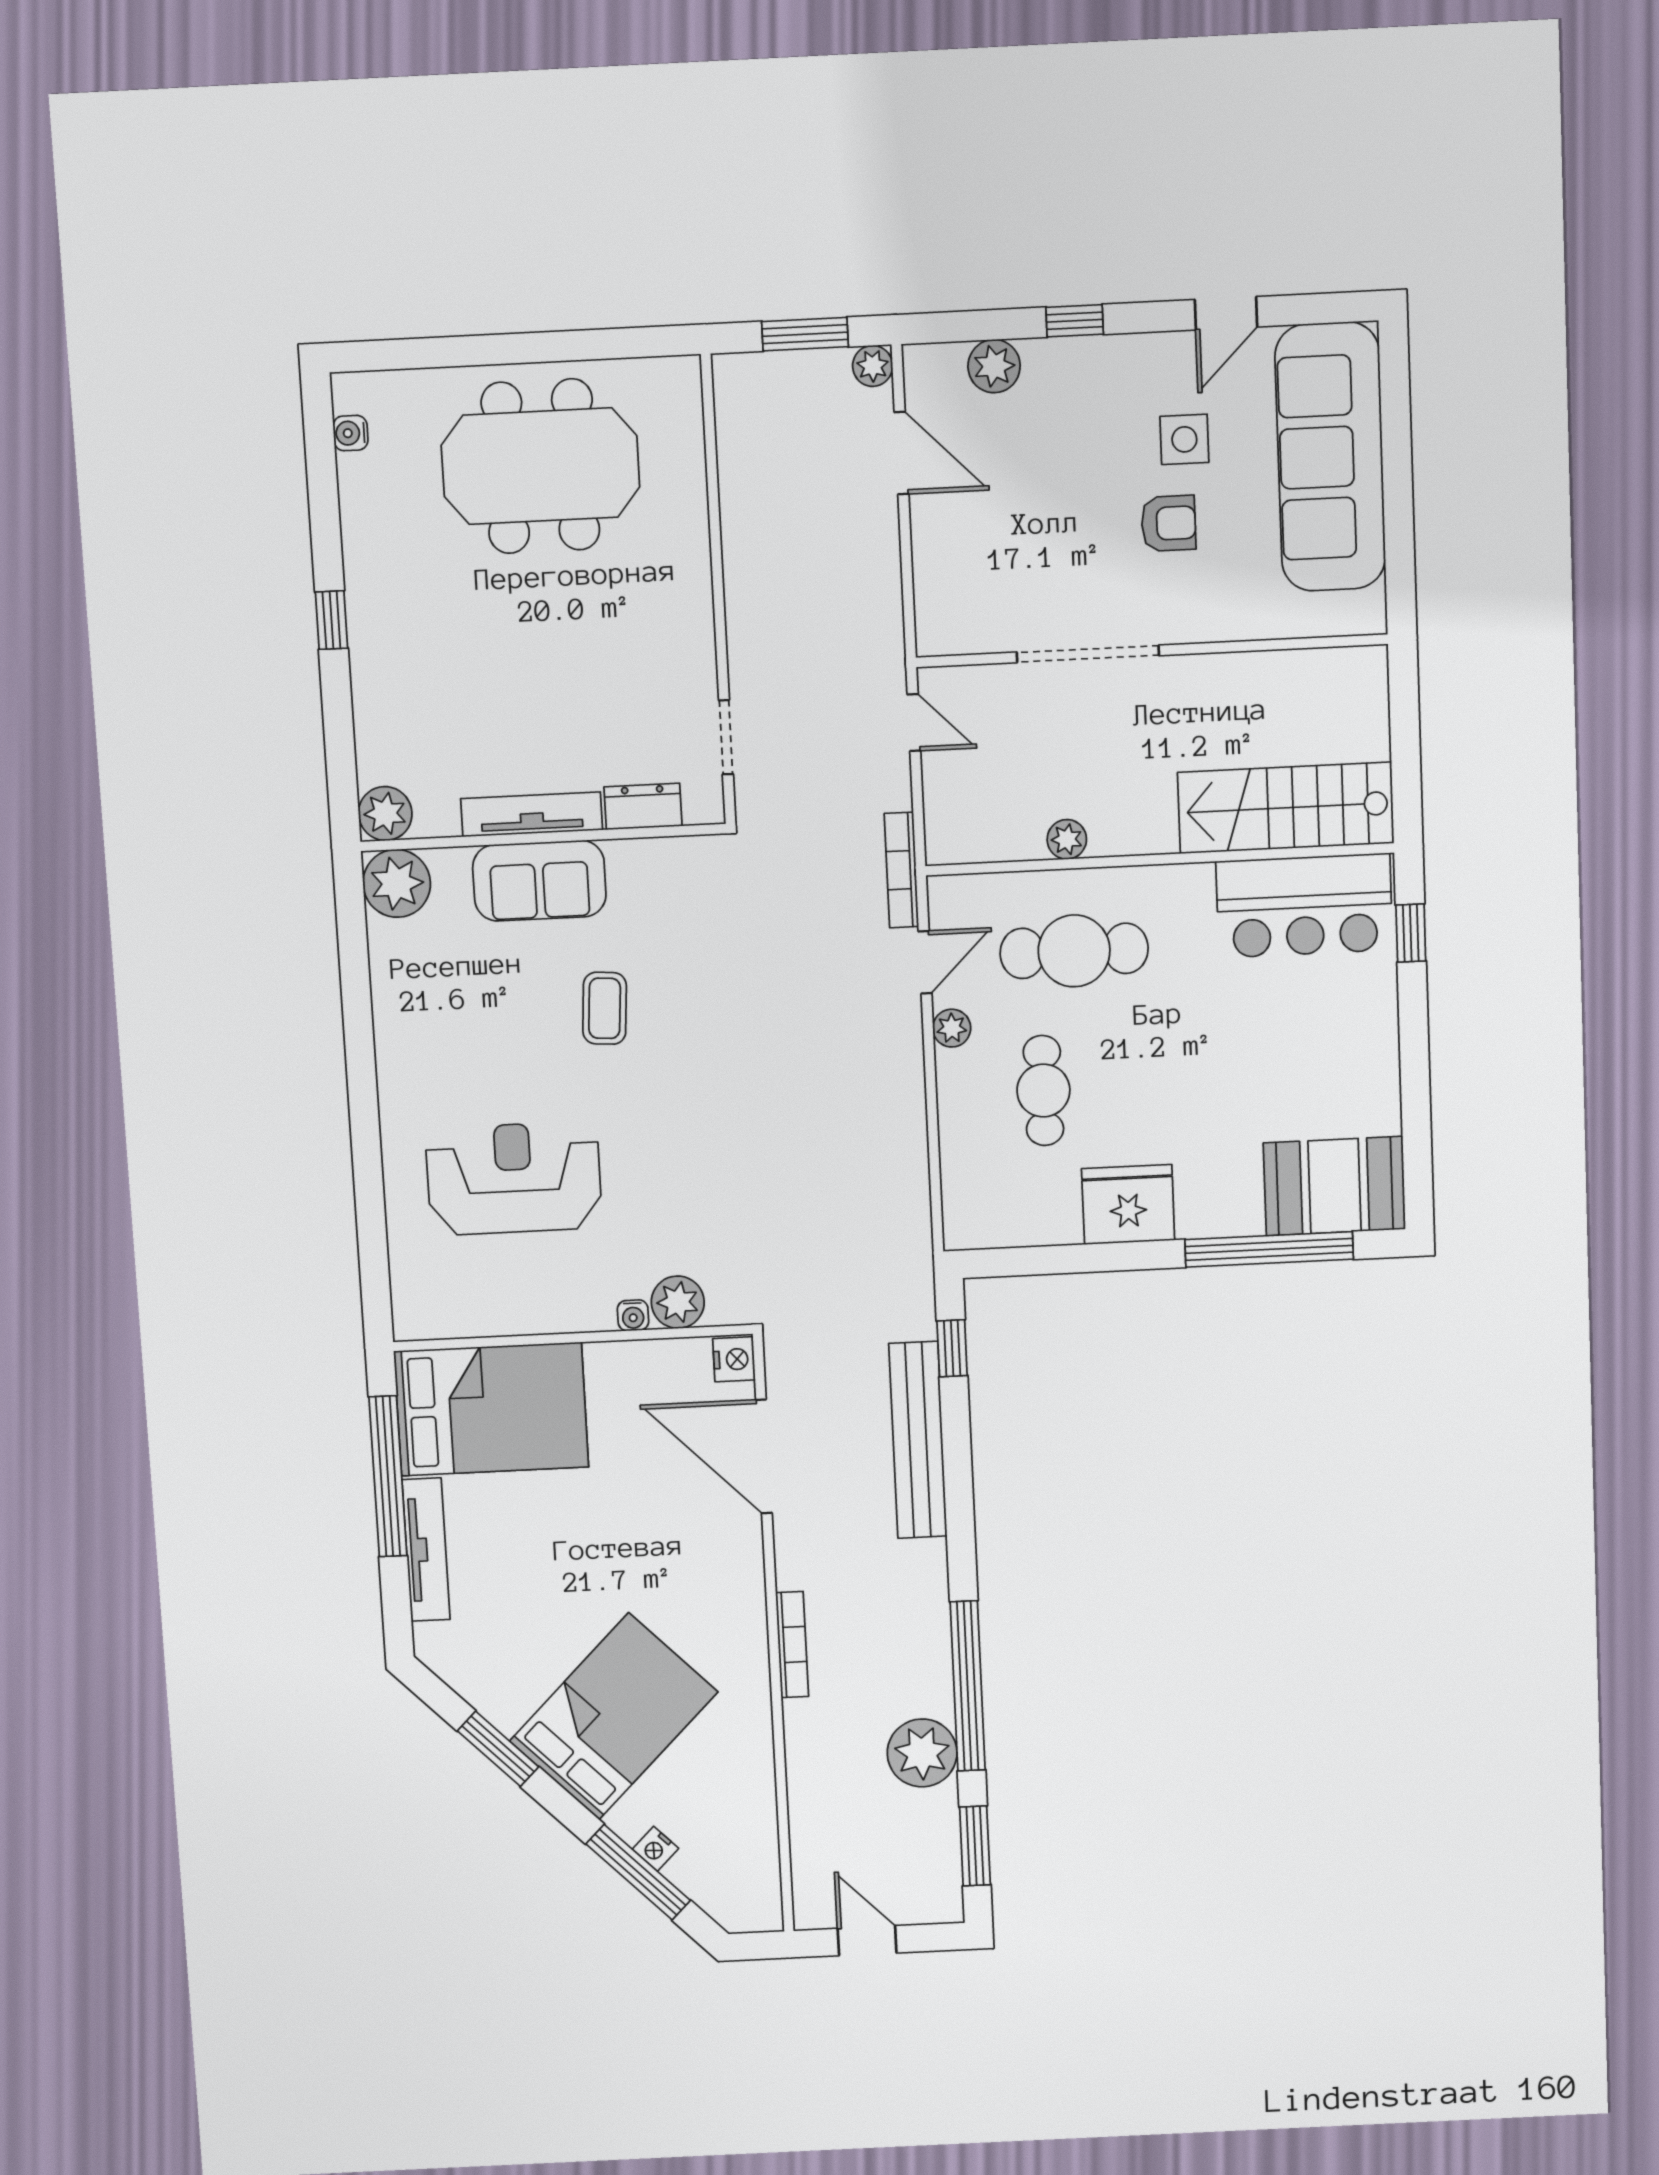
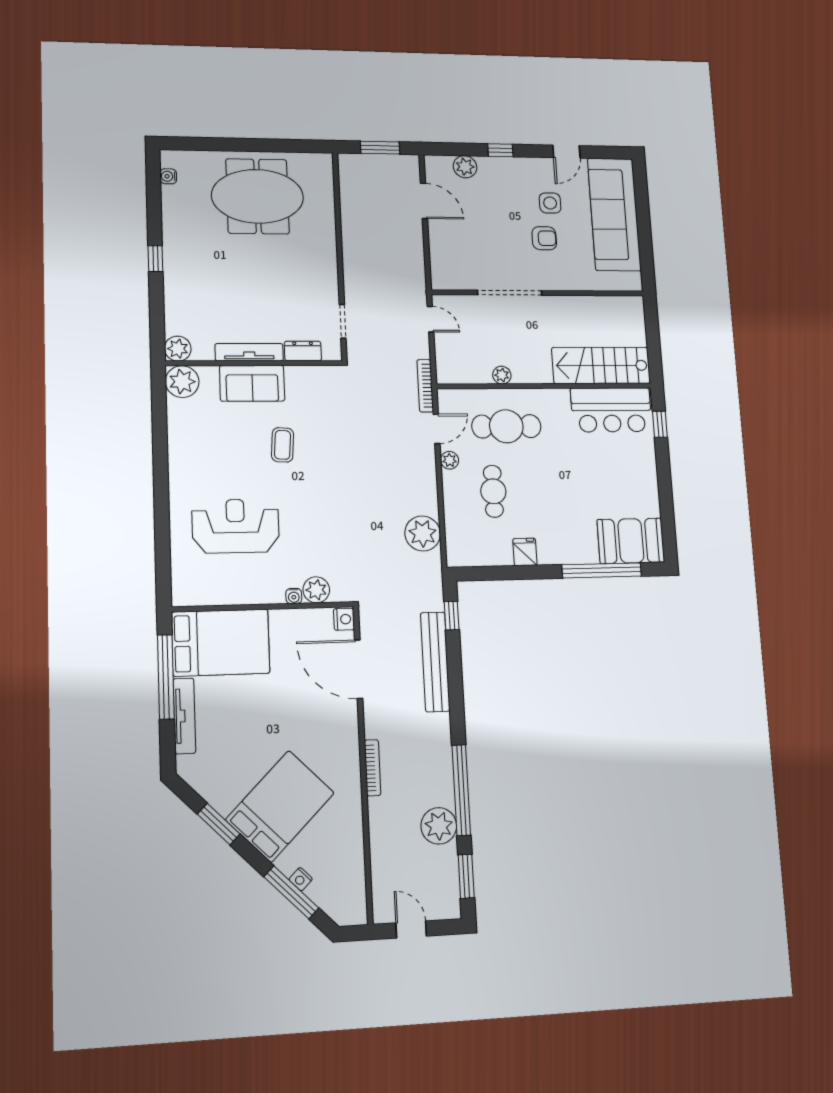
plant: (873, 366) -> (423, 533), moved, width x1.87, depth x1.87
fridge: (1128, 1204) -> (525, 552), width x0.53, depth x0.75

